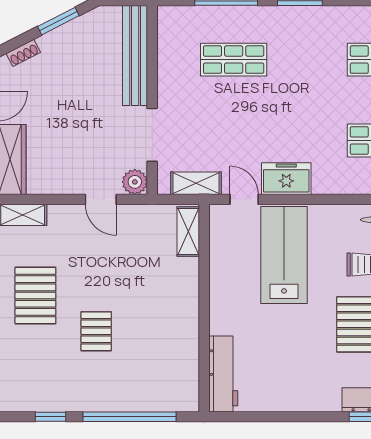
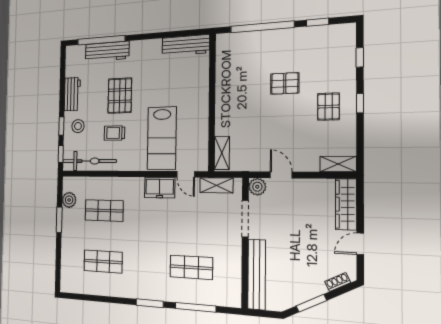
pallet: (35, 296) -> (329, 107), width x0.67, depth x0.71
pallet: (96, 331) -> (285, 83), turned 90
workbench: (223, 374) -> (186, 45), moved, turned -90

